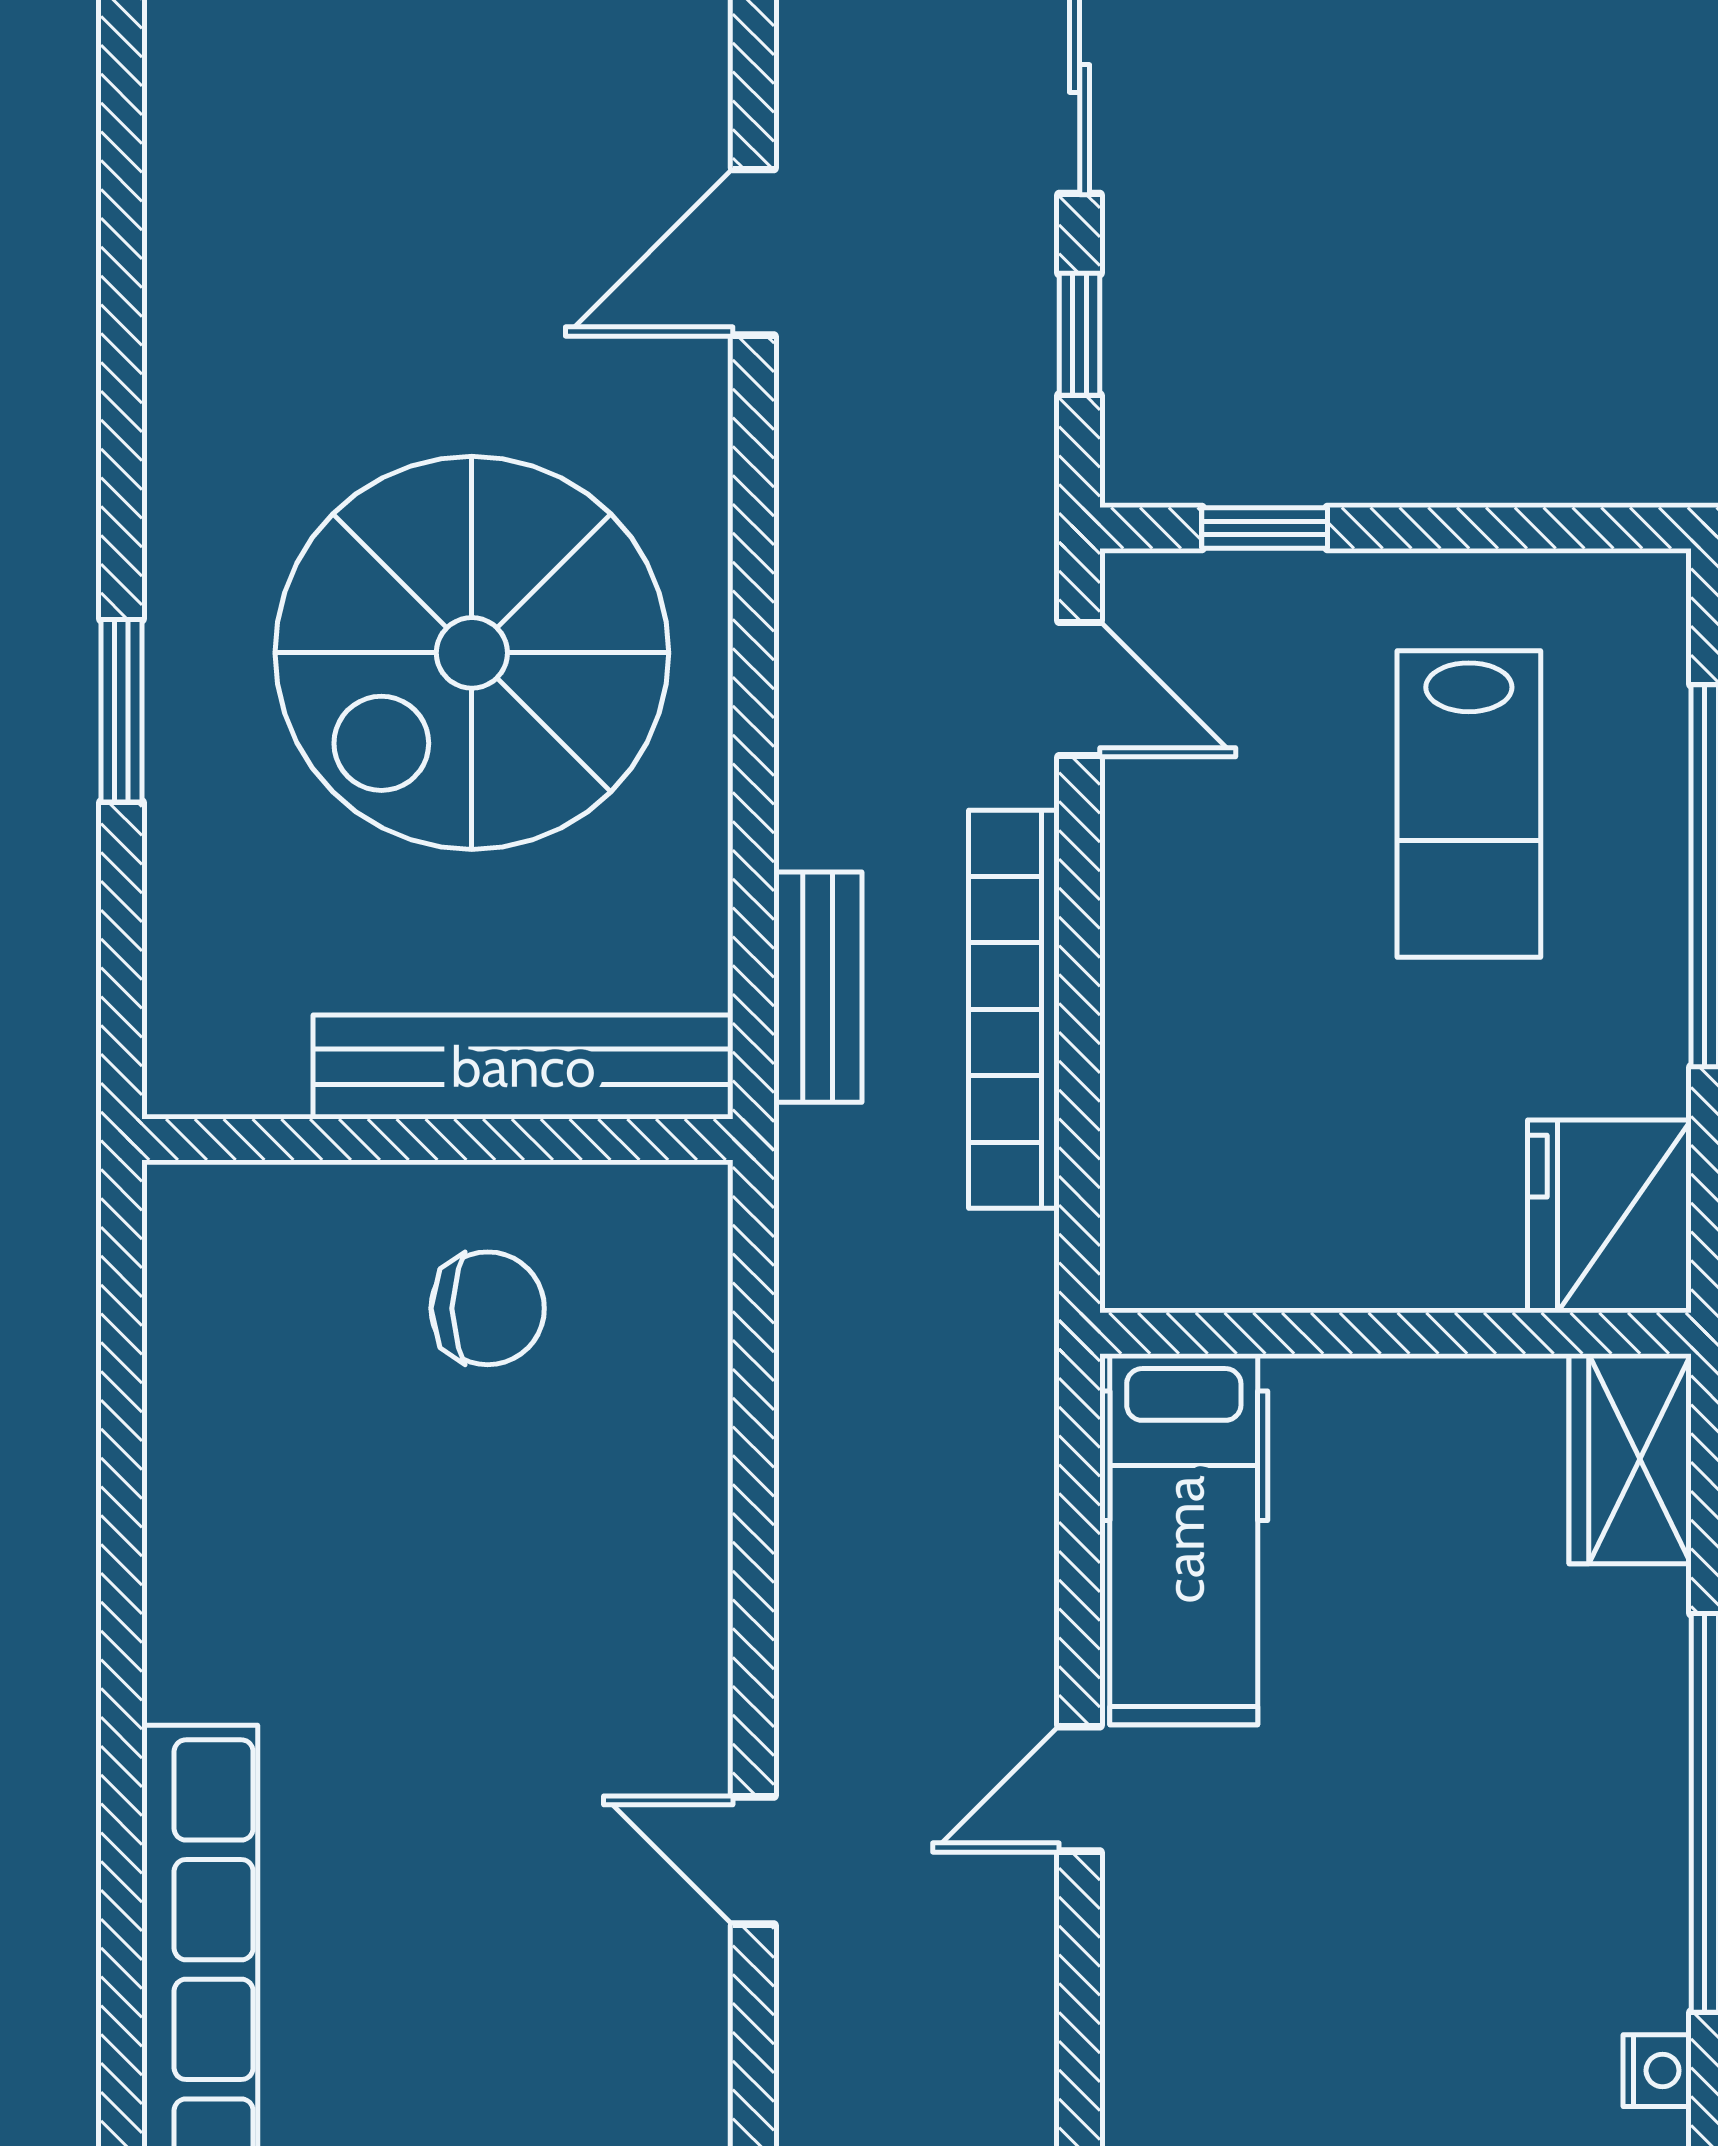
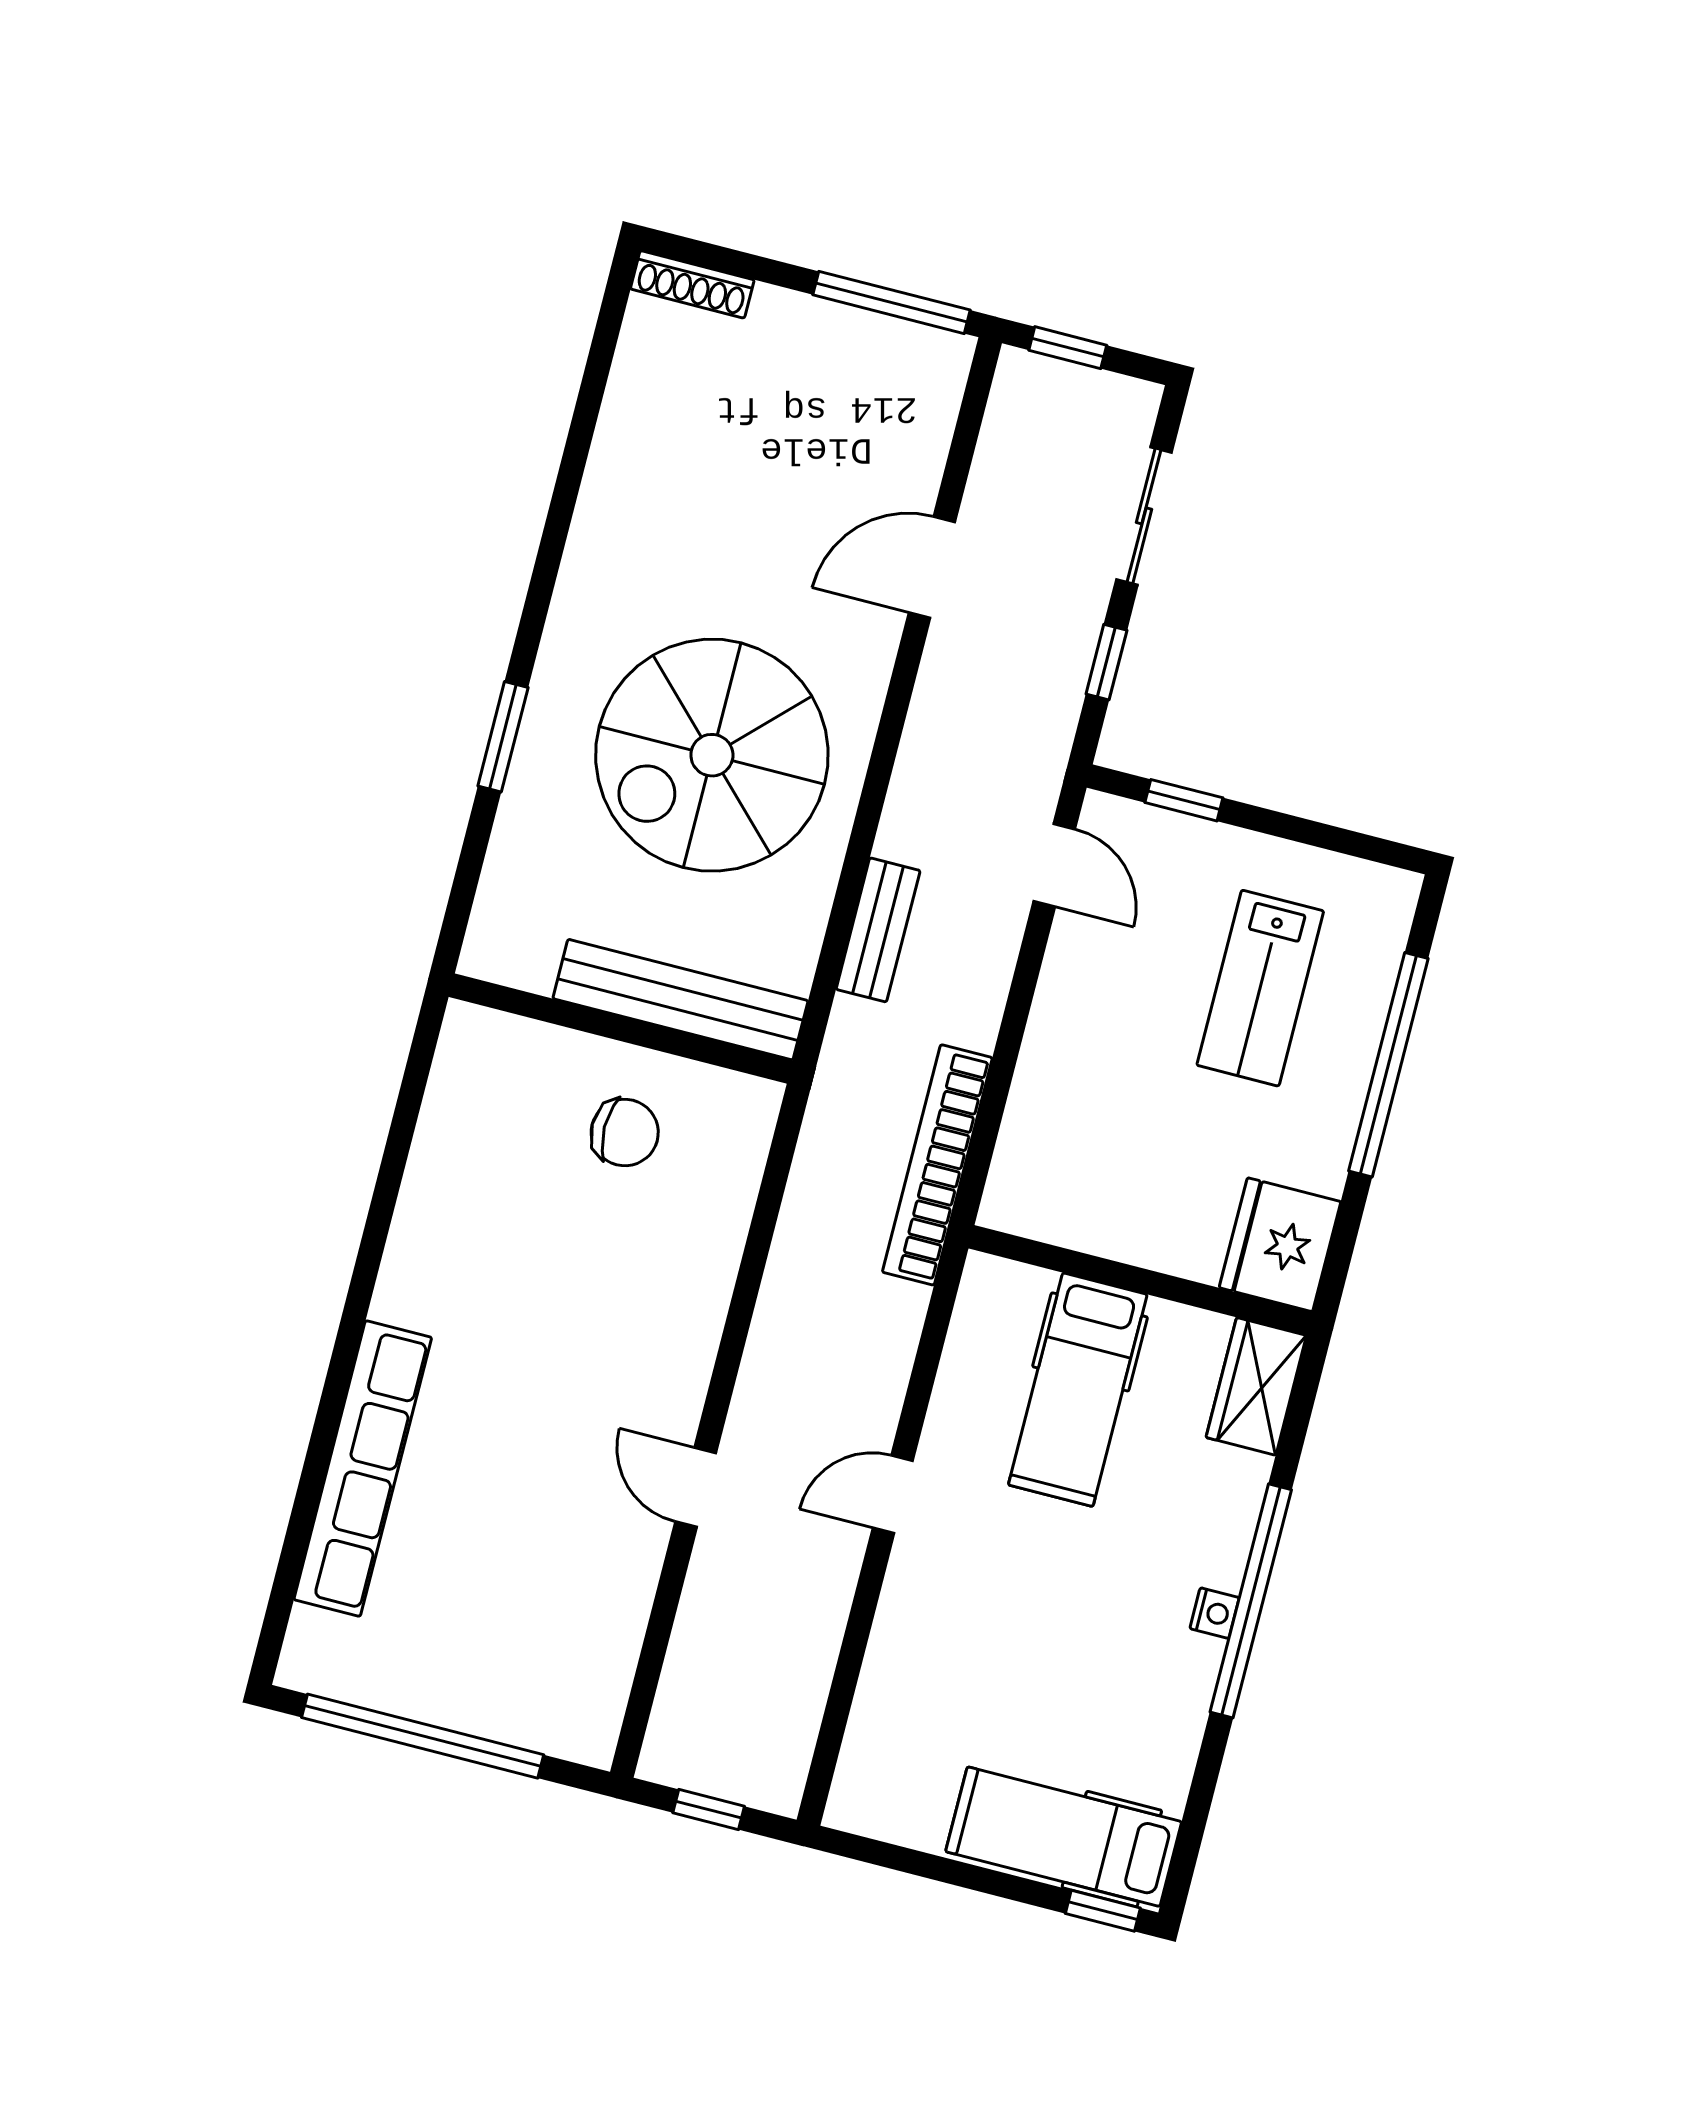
bench: (818, 987) -> (878, 930), moved
bookcase: (1014, 1009) -> (937, 1165), moved
hospital bed: (1184, 1539) -> (1078, 1390), moved
nightstand: (1657, 2071) -> (1215, 1613), moved

